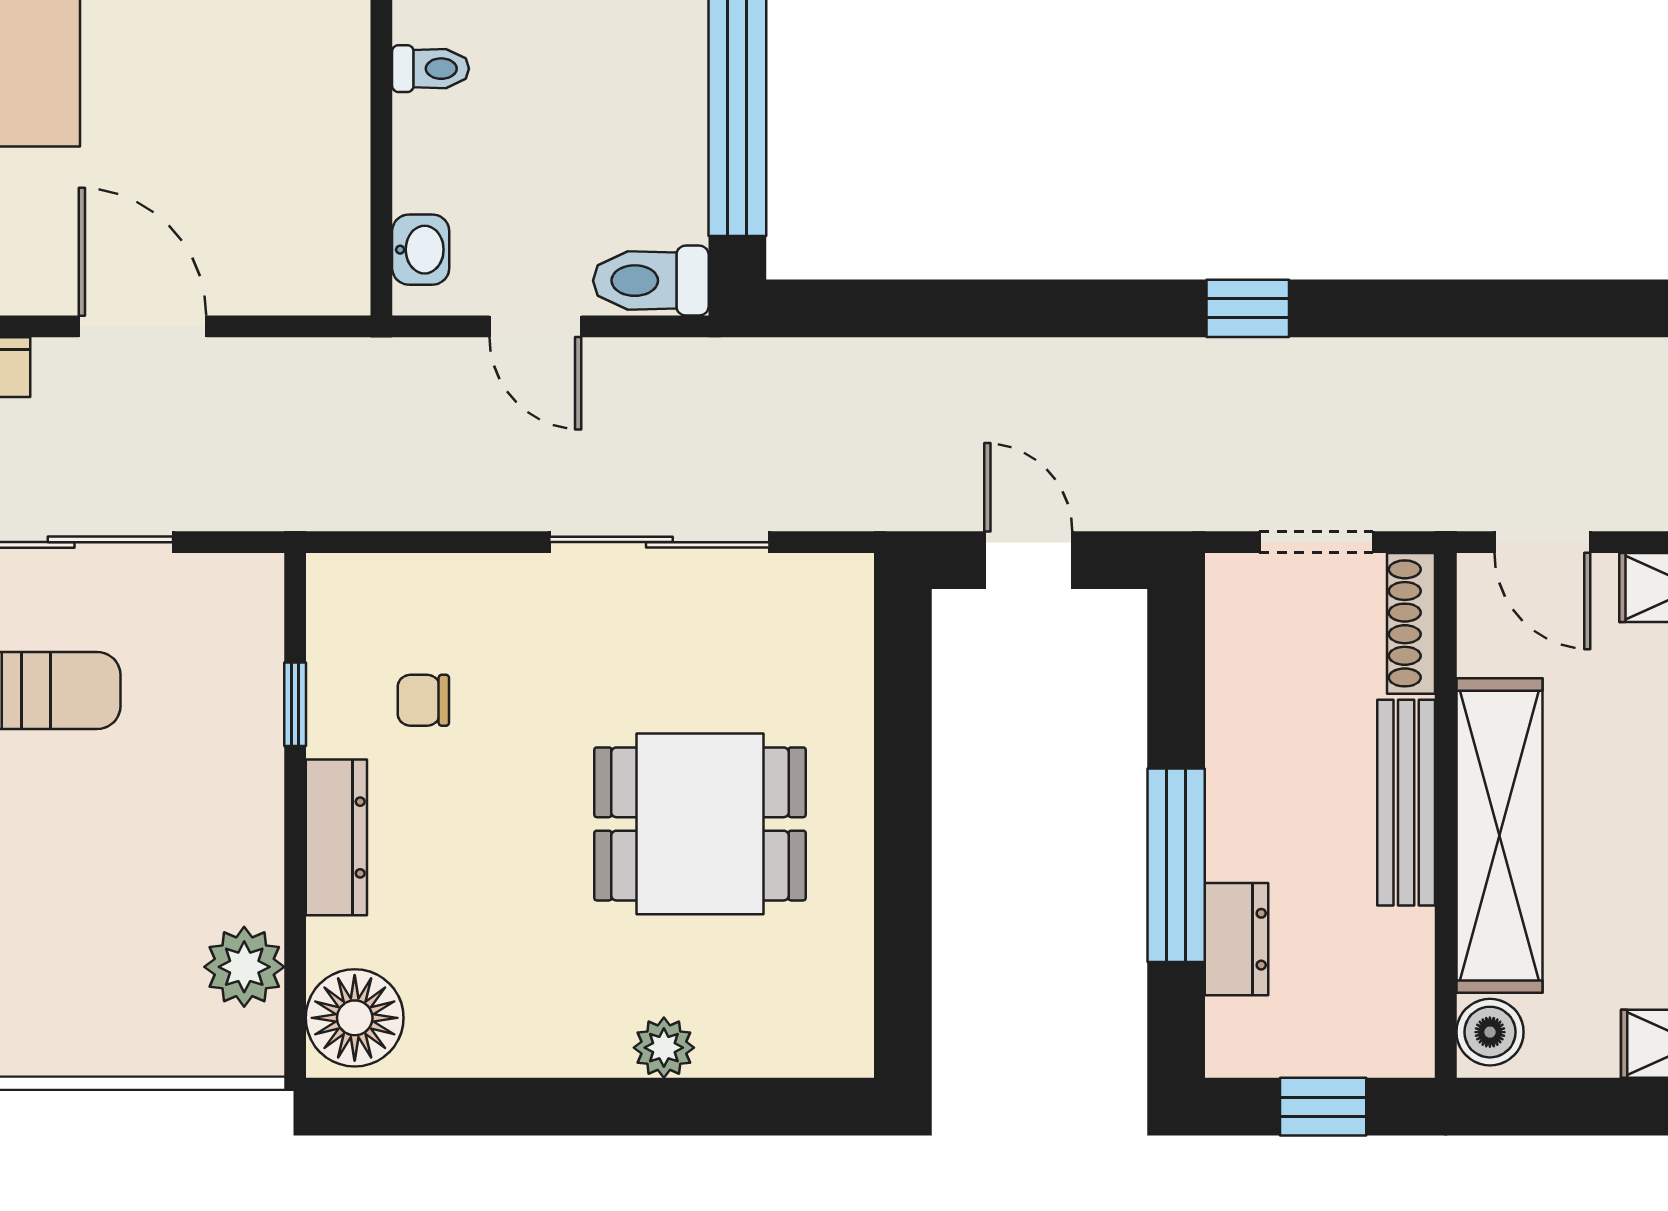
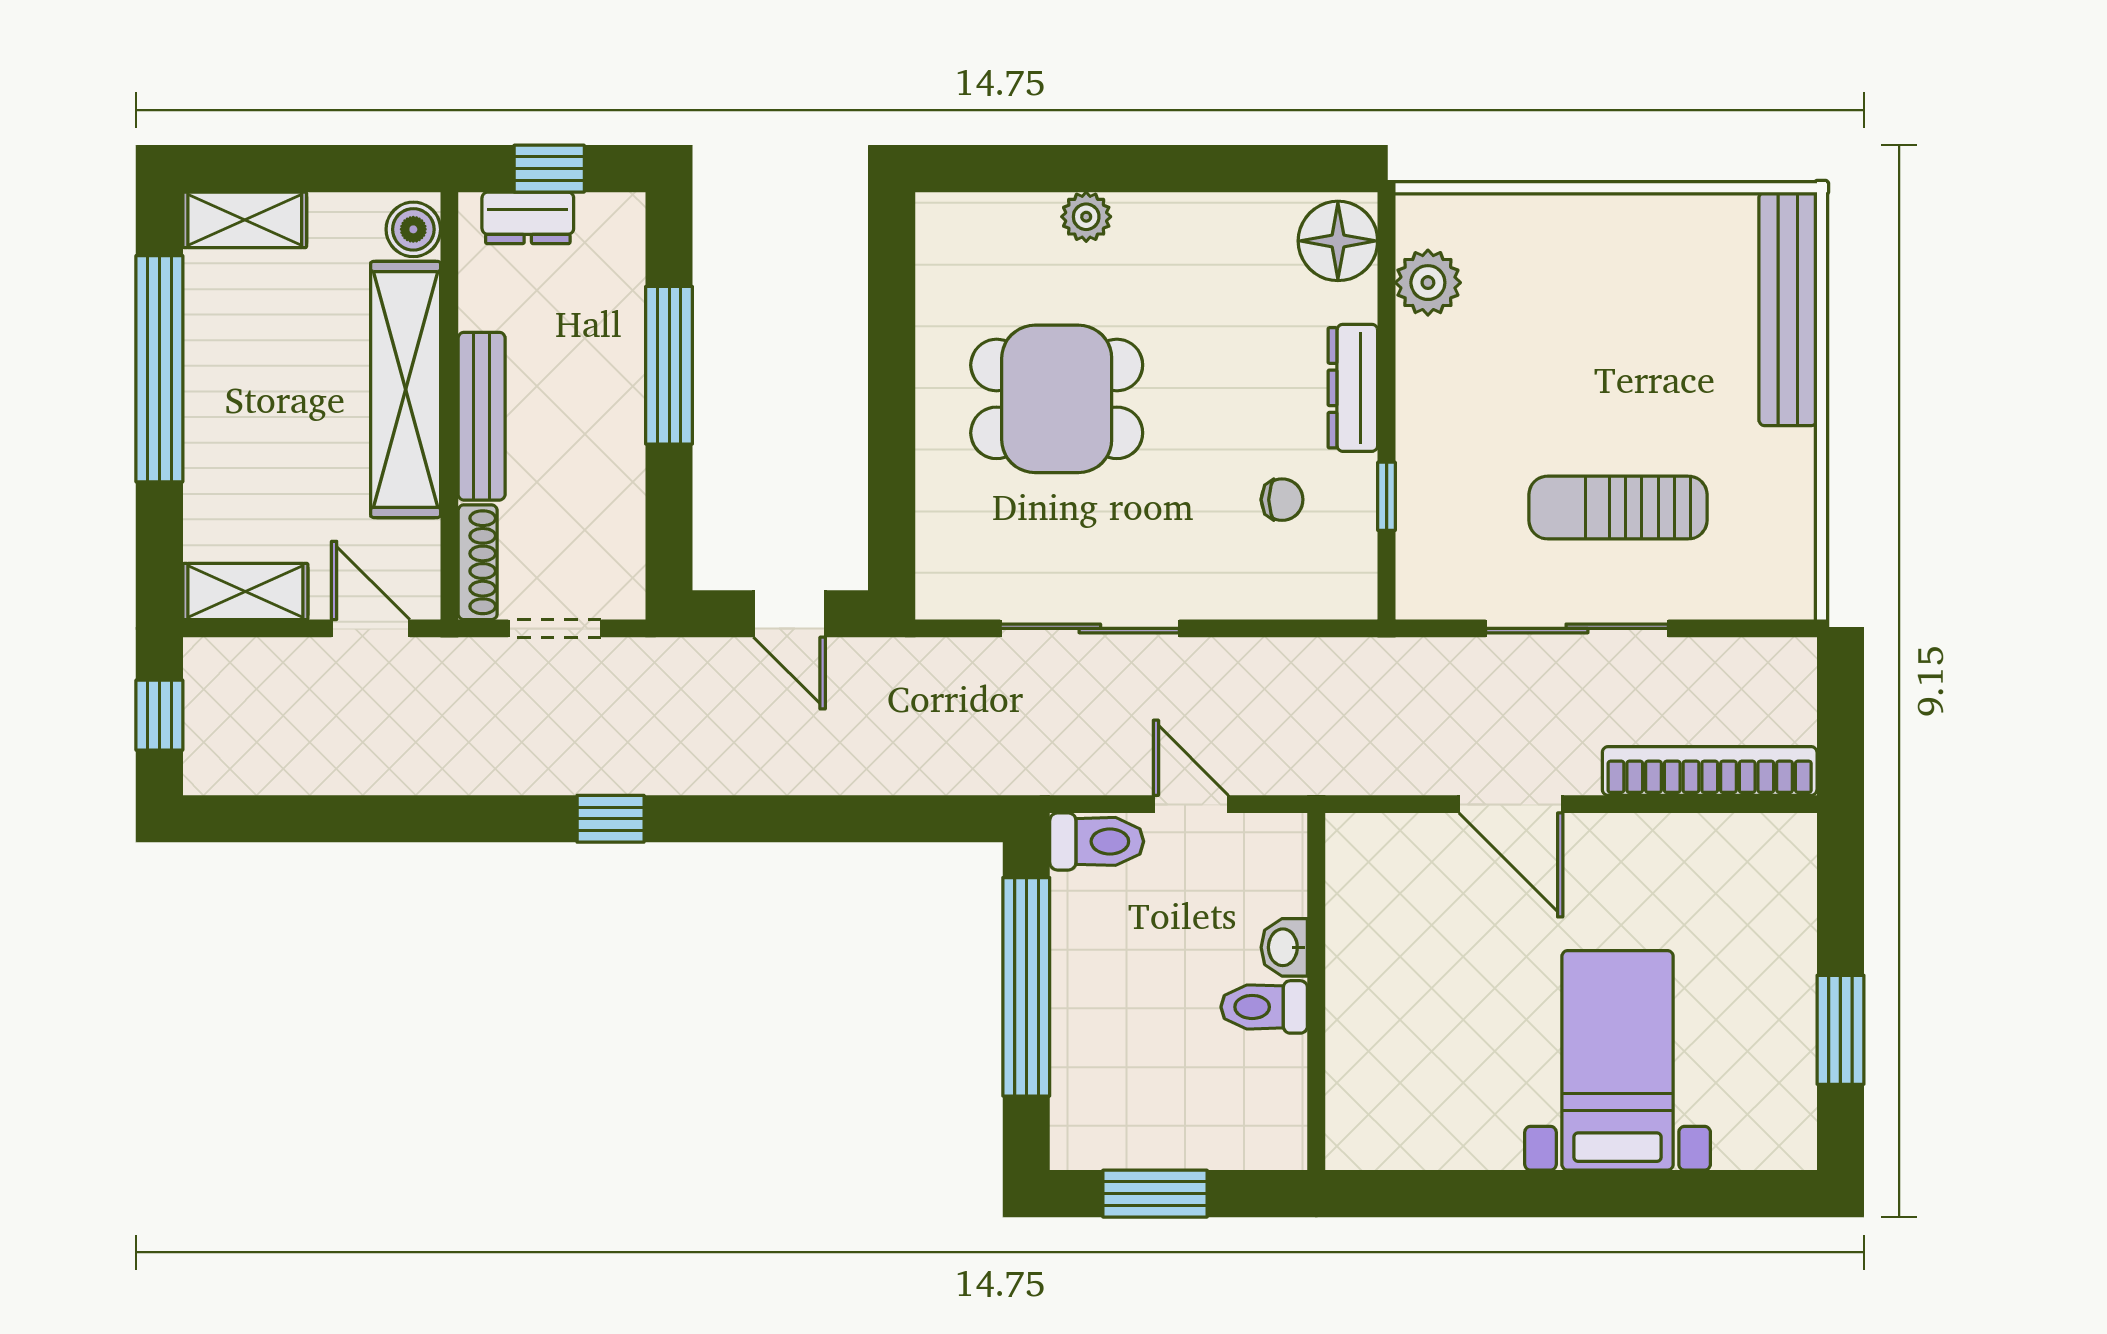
toilet: (430, 69) -> (1264, 1007), width x1.37, depth x1.39
washbasin: (421, 250) -> (1284, 947), moved
dresser: (1236, 939) -> (528, 218), moved, turned -90

